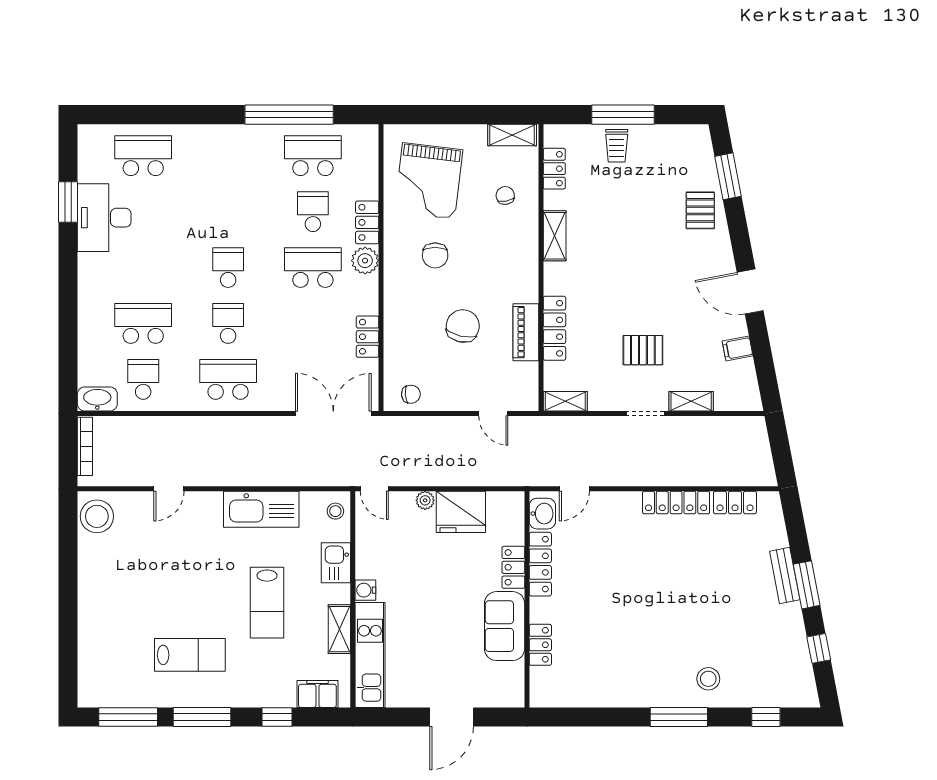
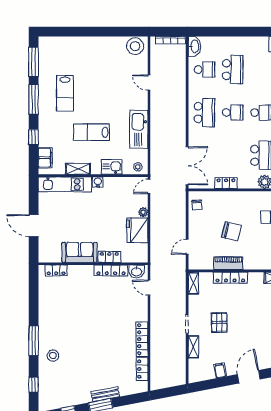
locker: (540, 645) -> (56, 270), moved

